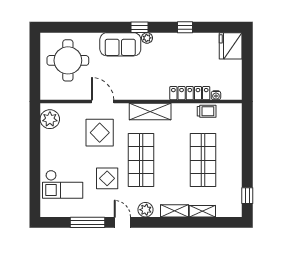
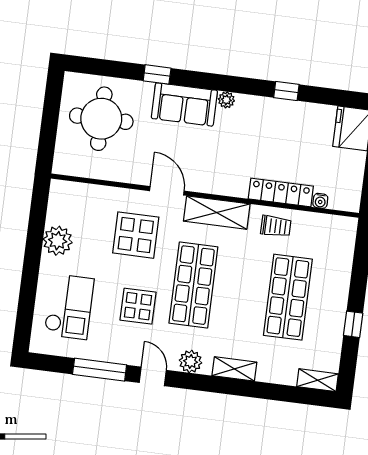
window: (139, 27) -> (157, 74), moved
door: (103, 102) -> (167, 191), moved
trolley: (207, 111) -> (276, 226), moved
plant: (50, 119) -> (58, 241), moved
checkout: (63, 184) -> (69, 307), turned -90
window: (247, 196) -> (353, 324), moved
shelving: (202, 211) -> (318, 380), moved

